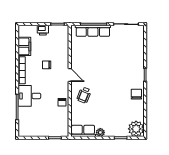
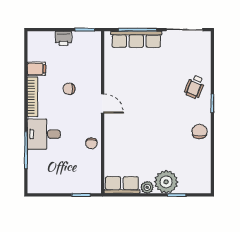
filing cabinet: (24, 46) -> (36, 69), width x0.50
wheelchair: (84, 95) -> (195, 87), moved
plant: (136, 129) -> (166, 182), moved

